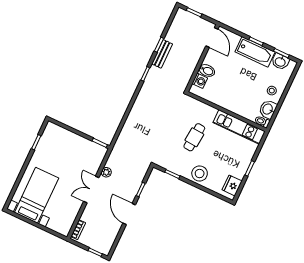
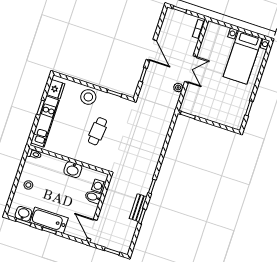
washbasin: (268, 109) -> (73, 170), moved, turned 90
kitchen unit: (239, 127) -> (45, 121), moved, turned 90

